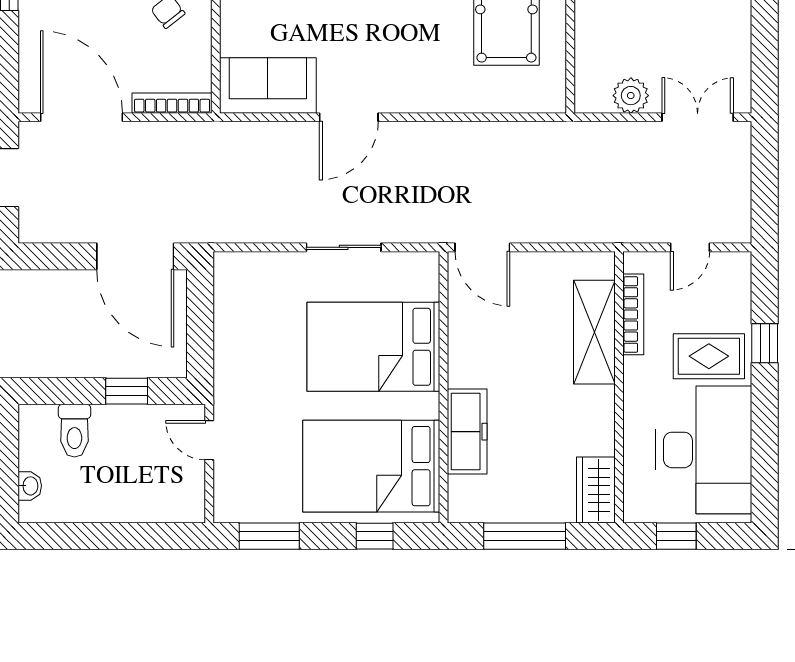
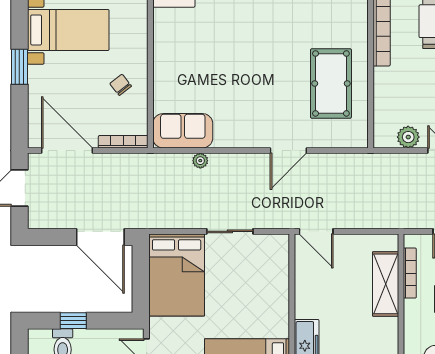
door: (349, 117) -> (288, 151), moved
plant: (296, 134) -> (200, 161), added
bed: (373, 347) -> (177, 275), moved, turned -90
window: (127, 391) -> (73, 321), moved

